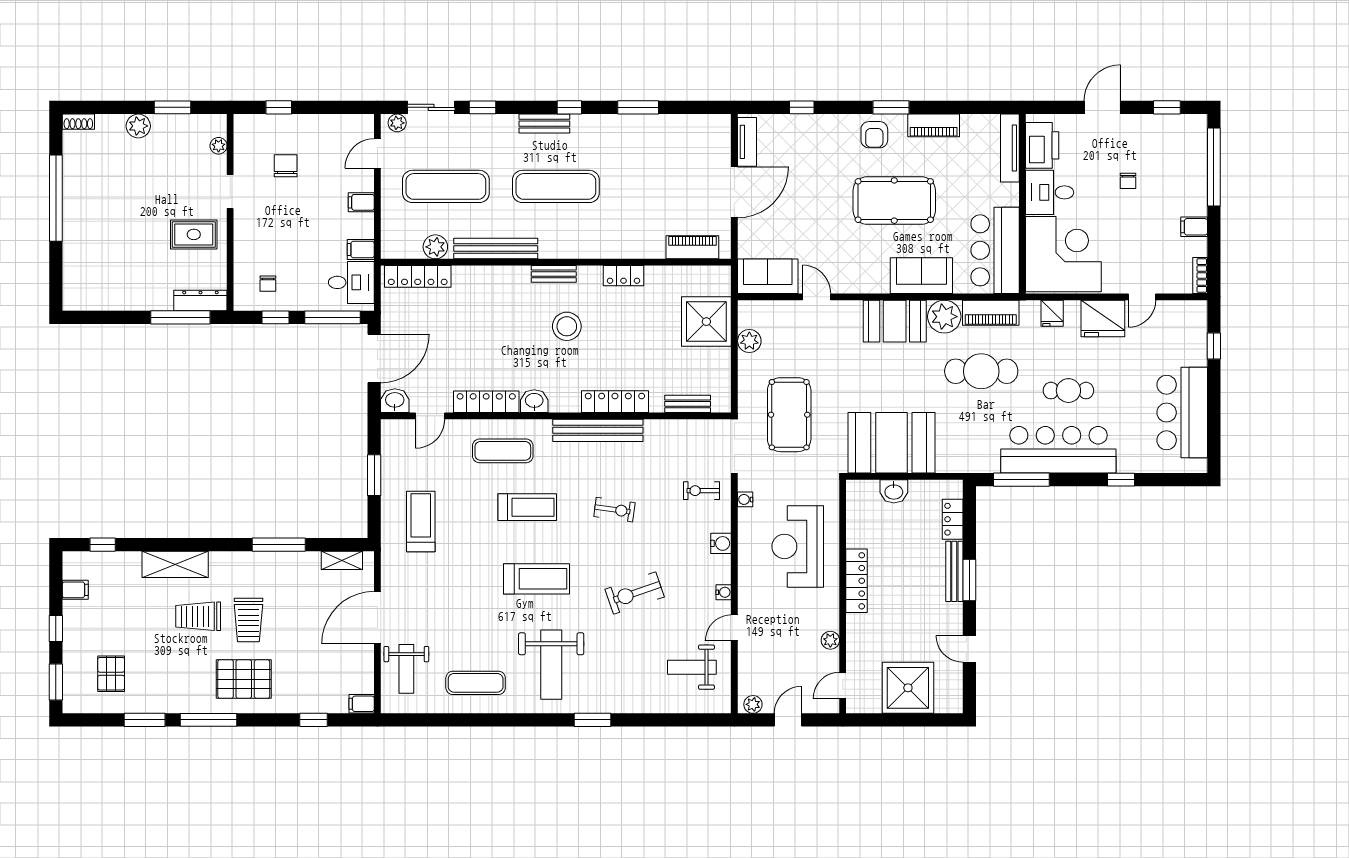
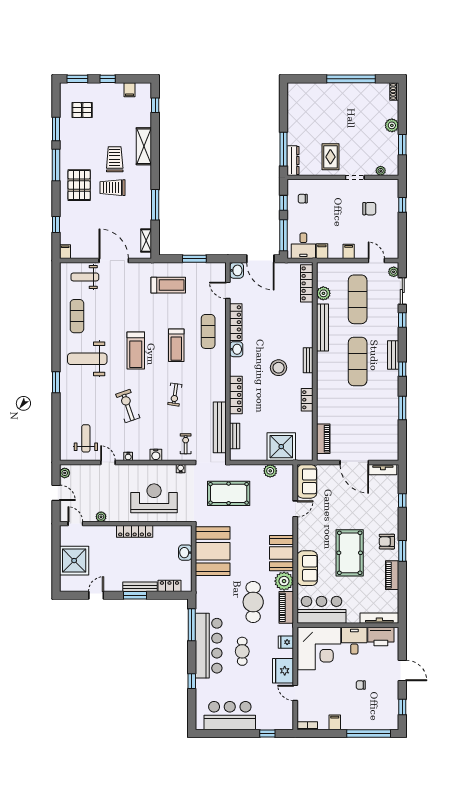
bench: (598, 430) -> (220, 427), moved

